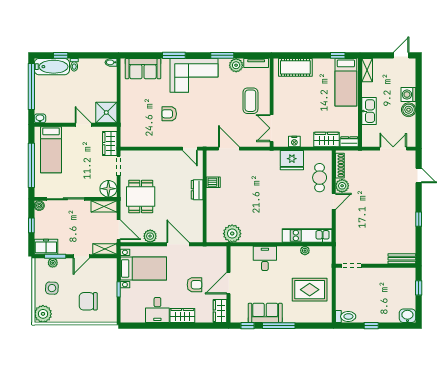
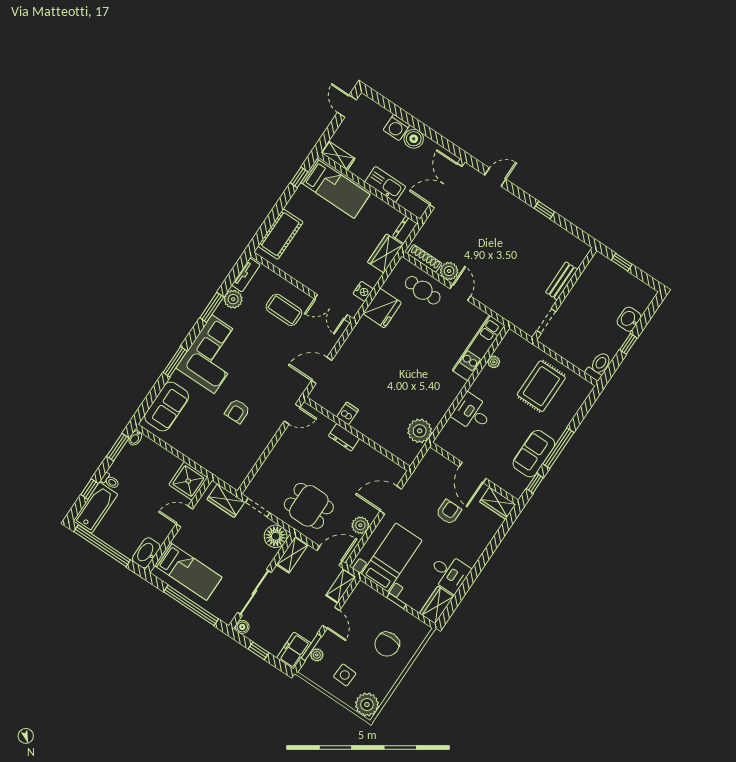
window: (98, 55) -> (118, 447), added
washbasin: (40, 118) -> (146, 553), width x1.91, depth x1.45
double door: (393, 149) -> (446, 186), width x1.37
bench: (402, 259) -> (562, 281), moved
wardrobe: (182, 315) -> (437, 605), moved
washbasin: (407, 316) -> (629, 319), moved

